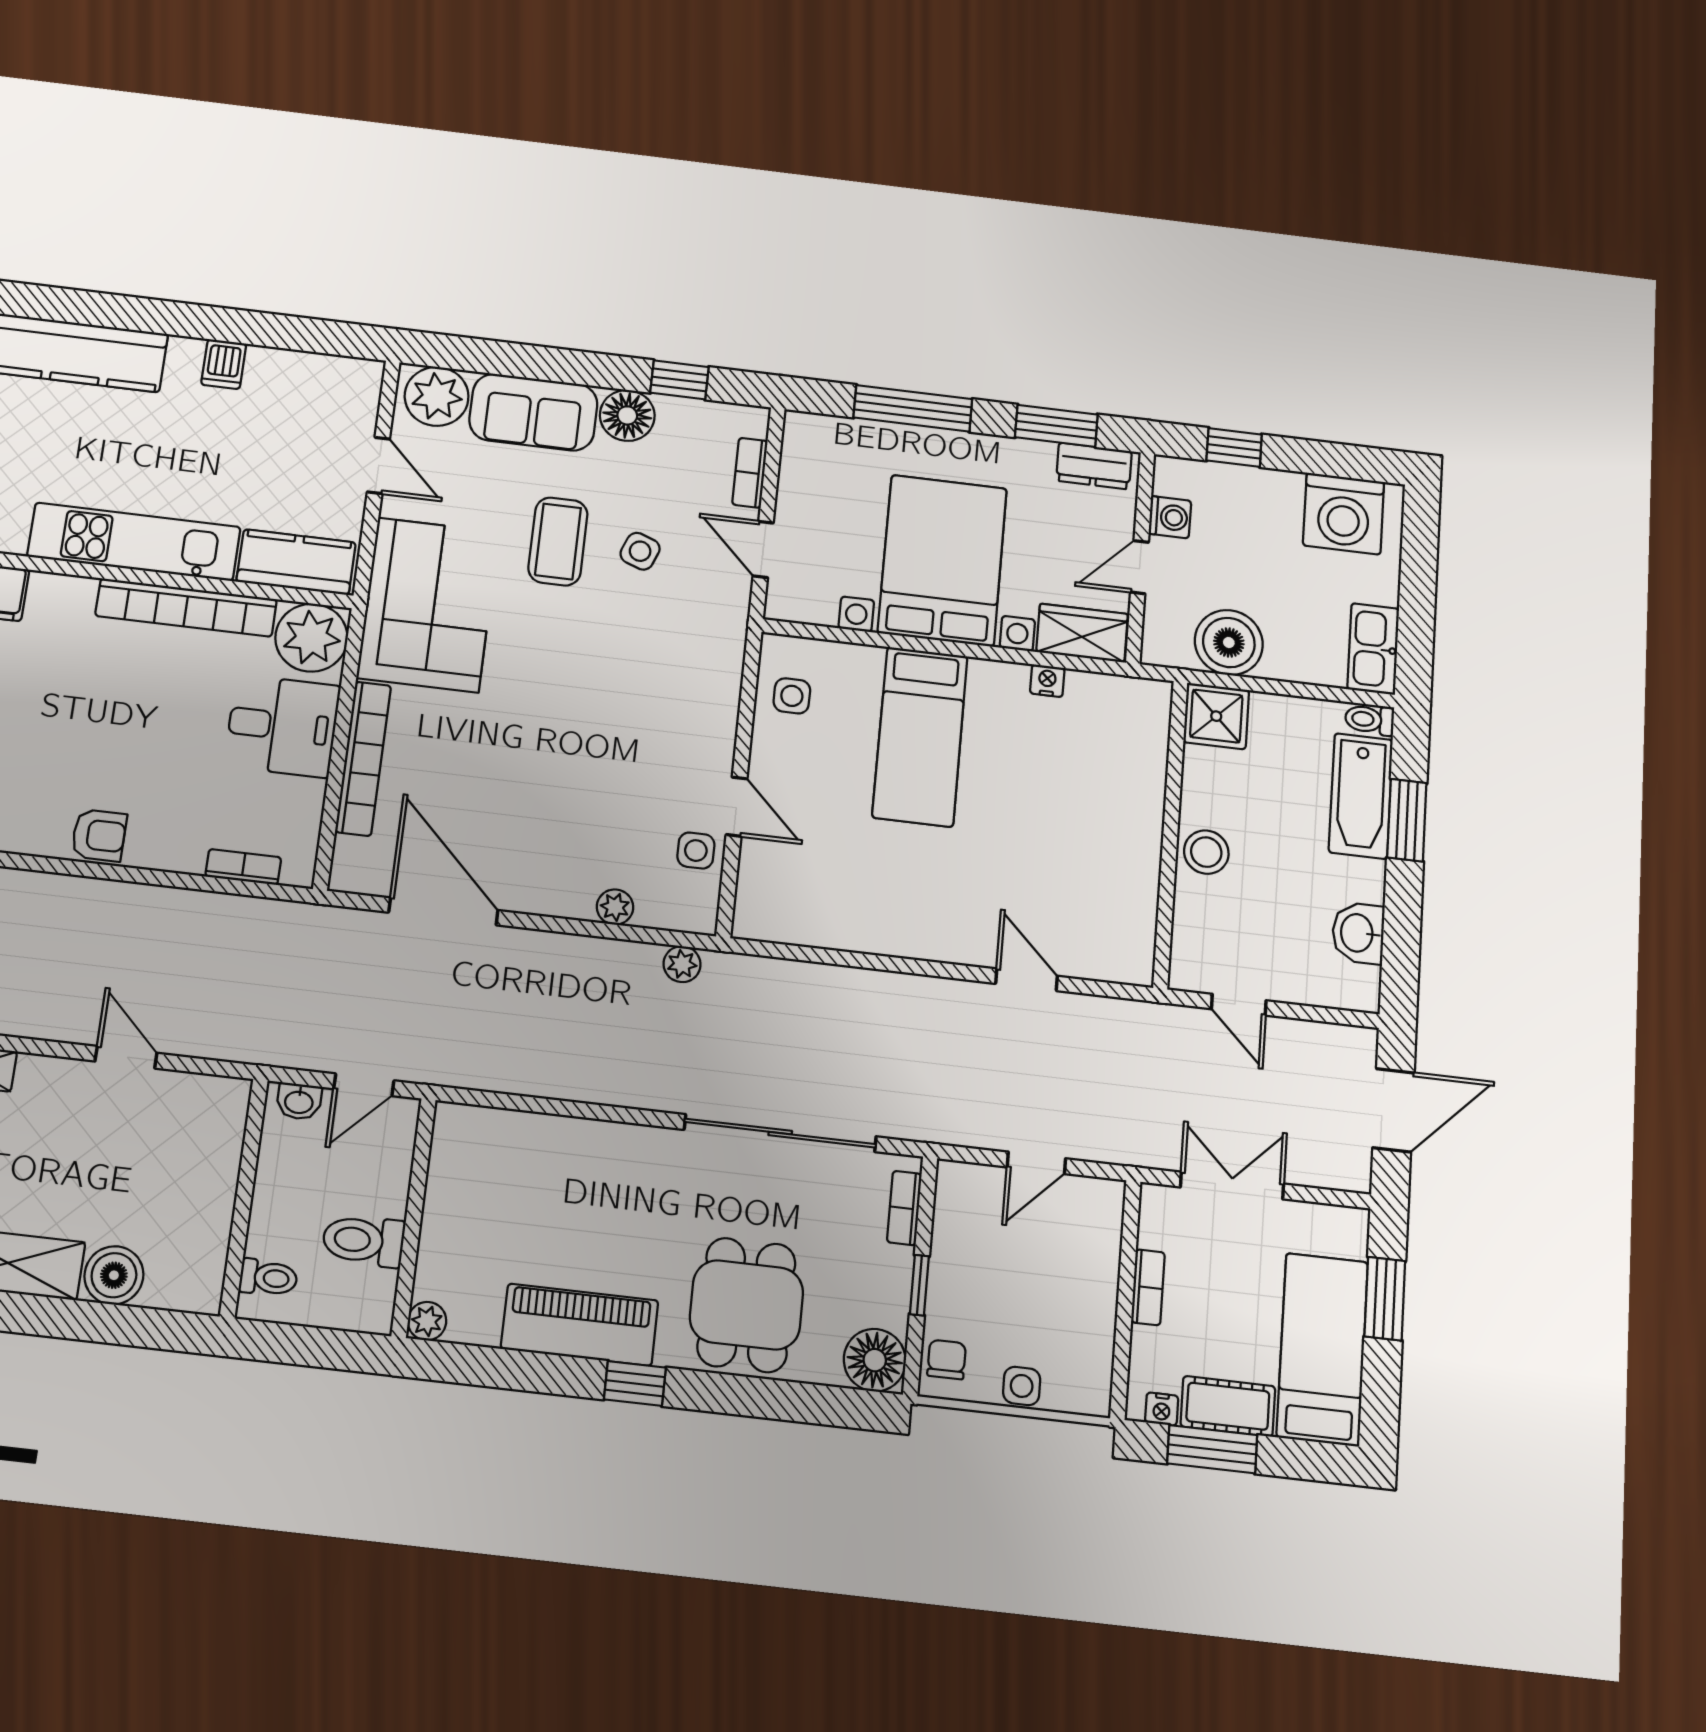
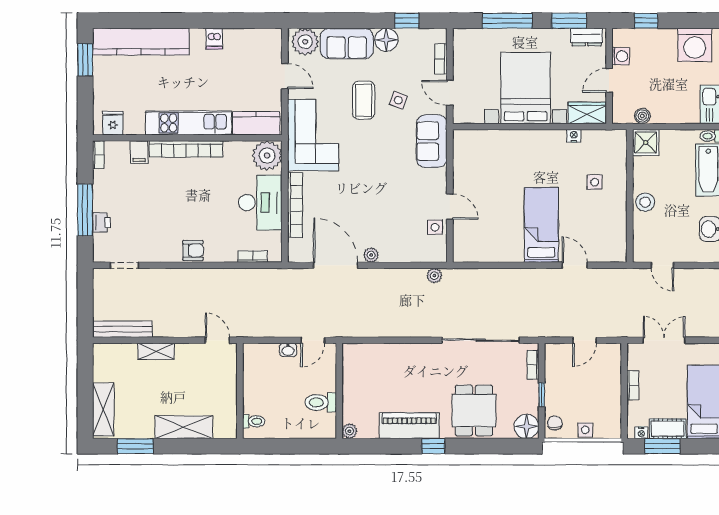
bookcase: (186, 608) -> (186, 149), moved
boiler: (1229, 642) -> (642, 116), width x0.54, depth x0.54
sofa: (709, 652) -> (432, 141), added
side table: (792, 696) -> (595, 182), moved
desk: (282, 726) -> (260, 203), width x1.37
bed: (920, 736) -> (541, 225), moved, turned 180
plant: (615, 907) -> (371, 255), moved
wall: (244, 1198) -> (240, 391), moved
boiler: (114, 1275) -> (226, 427), removed
toilet: (268, 1278) -> (254, 421), moved

